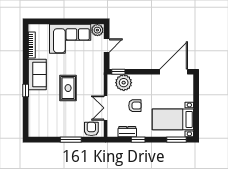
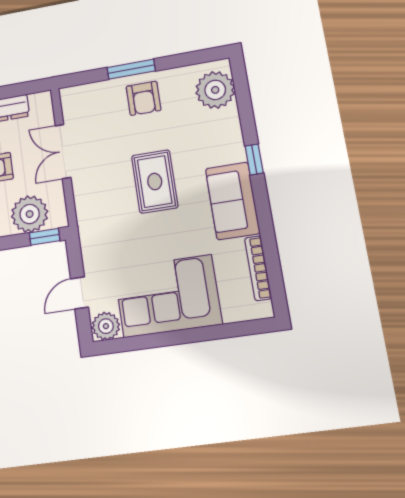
double door: (105, 108) -> (63, 151), swing flipped
plant: (37, 124) -> (215, 90), added
armchair: (91, 129) -> (144, 98), moved

